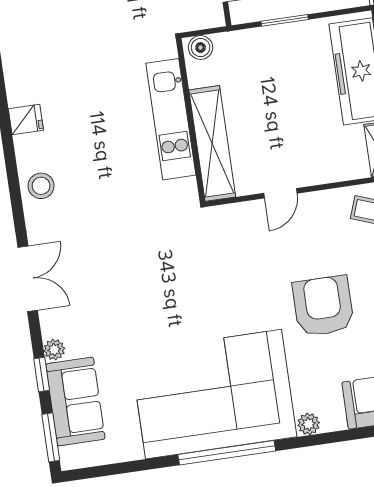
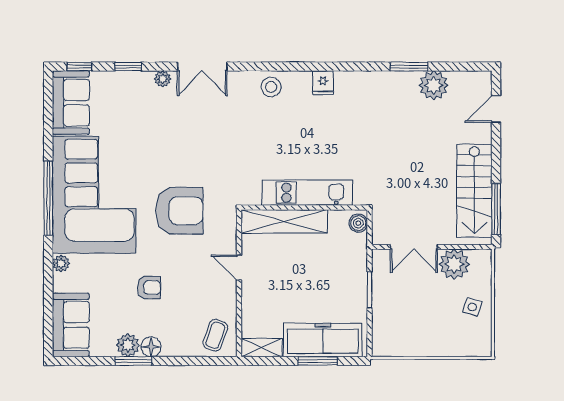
armchair: (218, 281) -> (179, 211), added
armchair: (323, 306) -> (149, 288), width x0.53, depth x0.53
plant: (54, 350) -> (163, 79), moved
sofa: (75, 401) -> (71, 103), moved, turned -90
window: (51, 437) -> (79, 67), width x0.67

